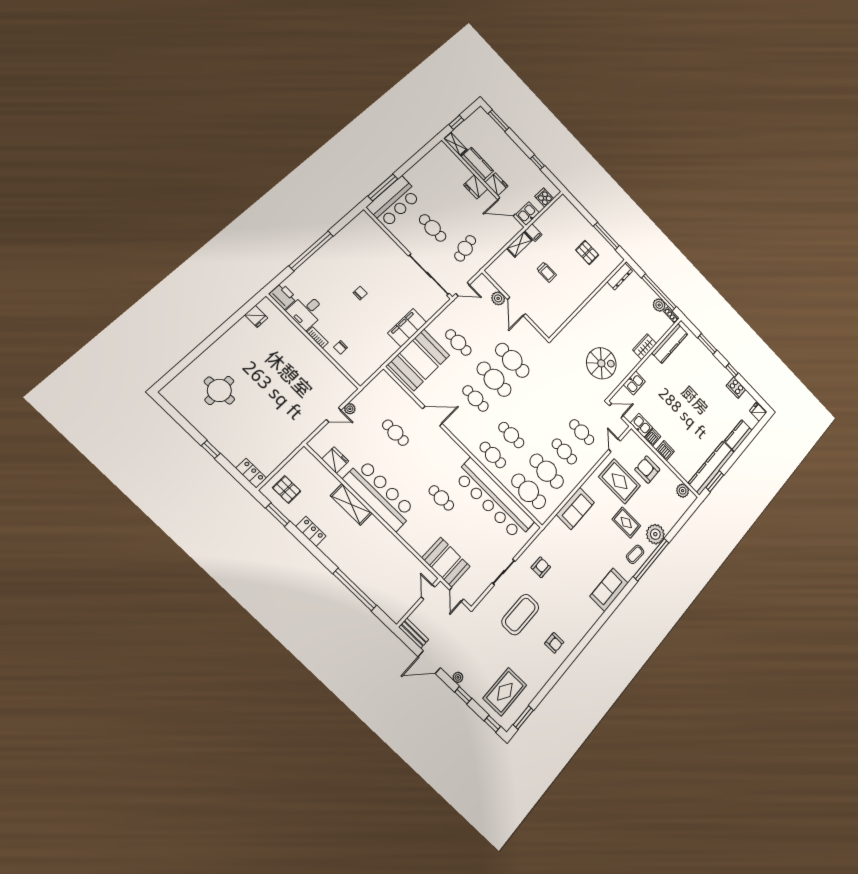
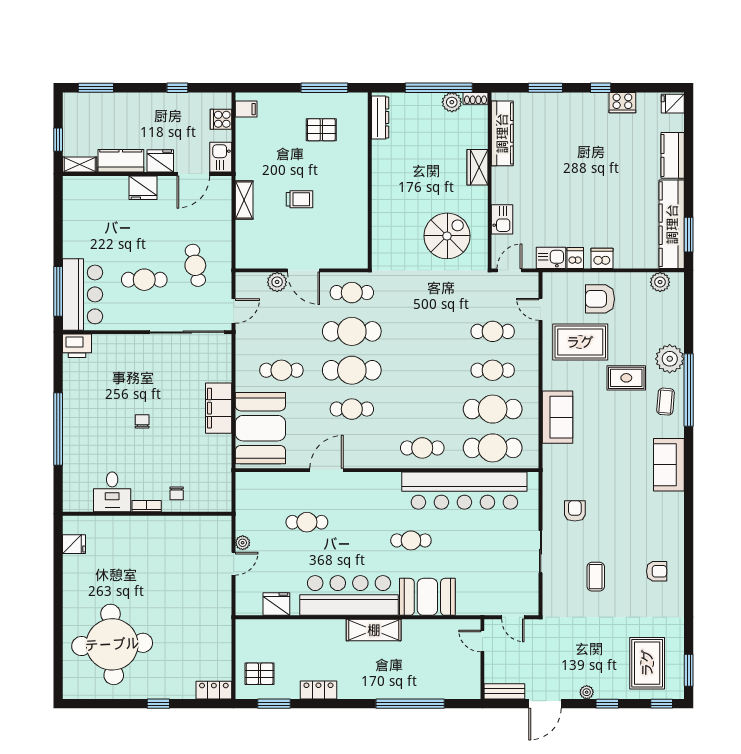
filing cabinet: (533, 233) -> (246, 109), moved
printer: (283, 296) -> (77, 346), moved, turned 180
round table: (219, 390) -> (112, 644), width x1.86, depth x1.86
cafe table: (511, 435) -> (352, 293), moved
shelving: (351, 504) -> (374, 630), moved
booth: (446, 562) -> (427, 597), moved
coffee table: (520, 615) -> (596, 577), width x0.54, depth x0.58

